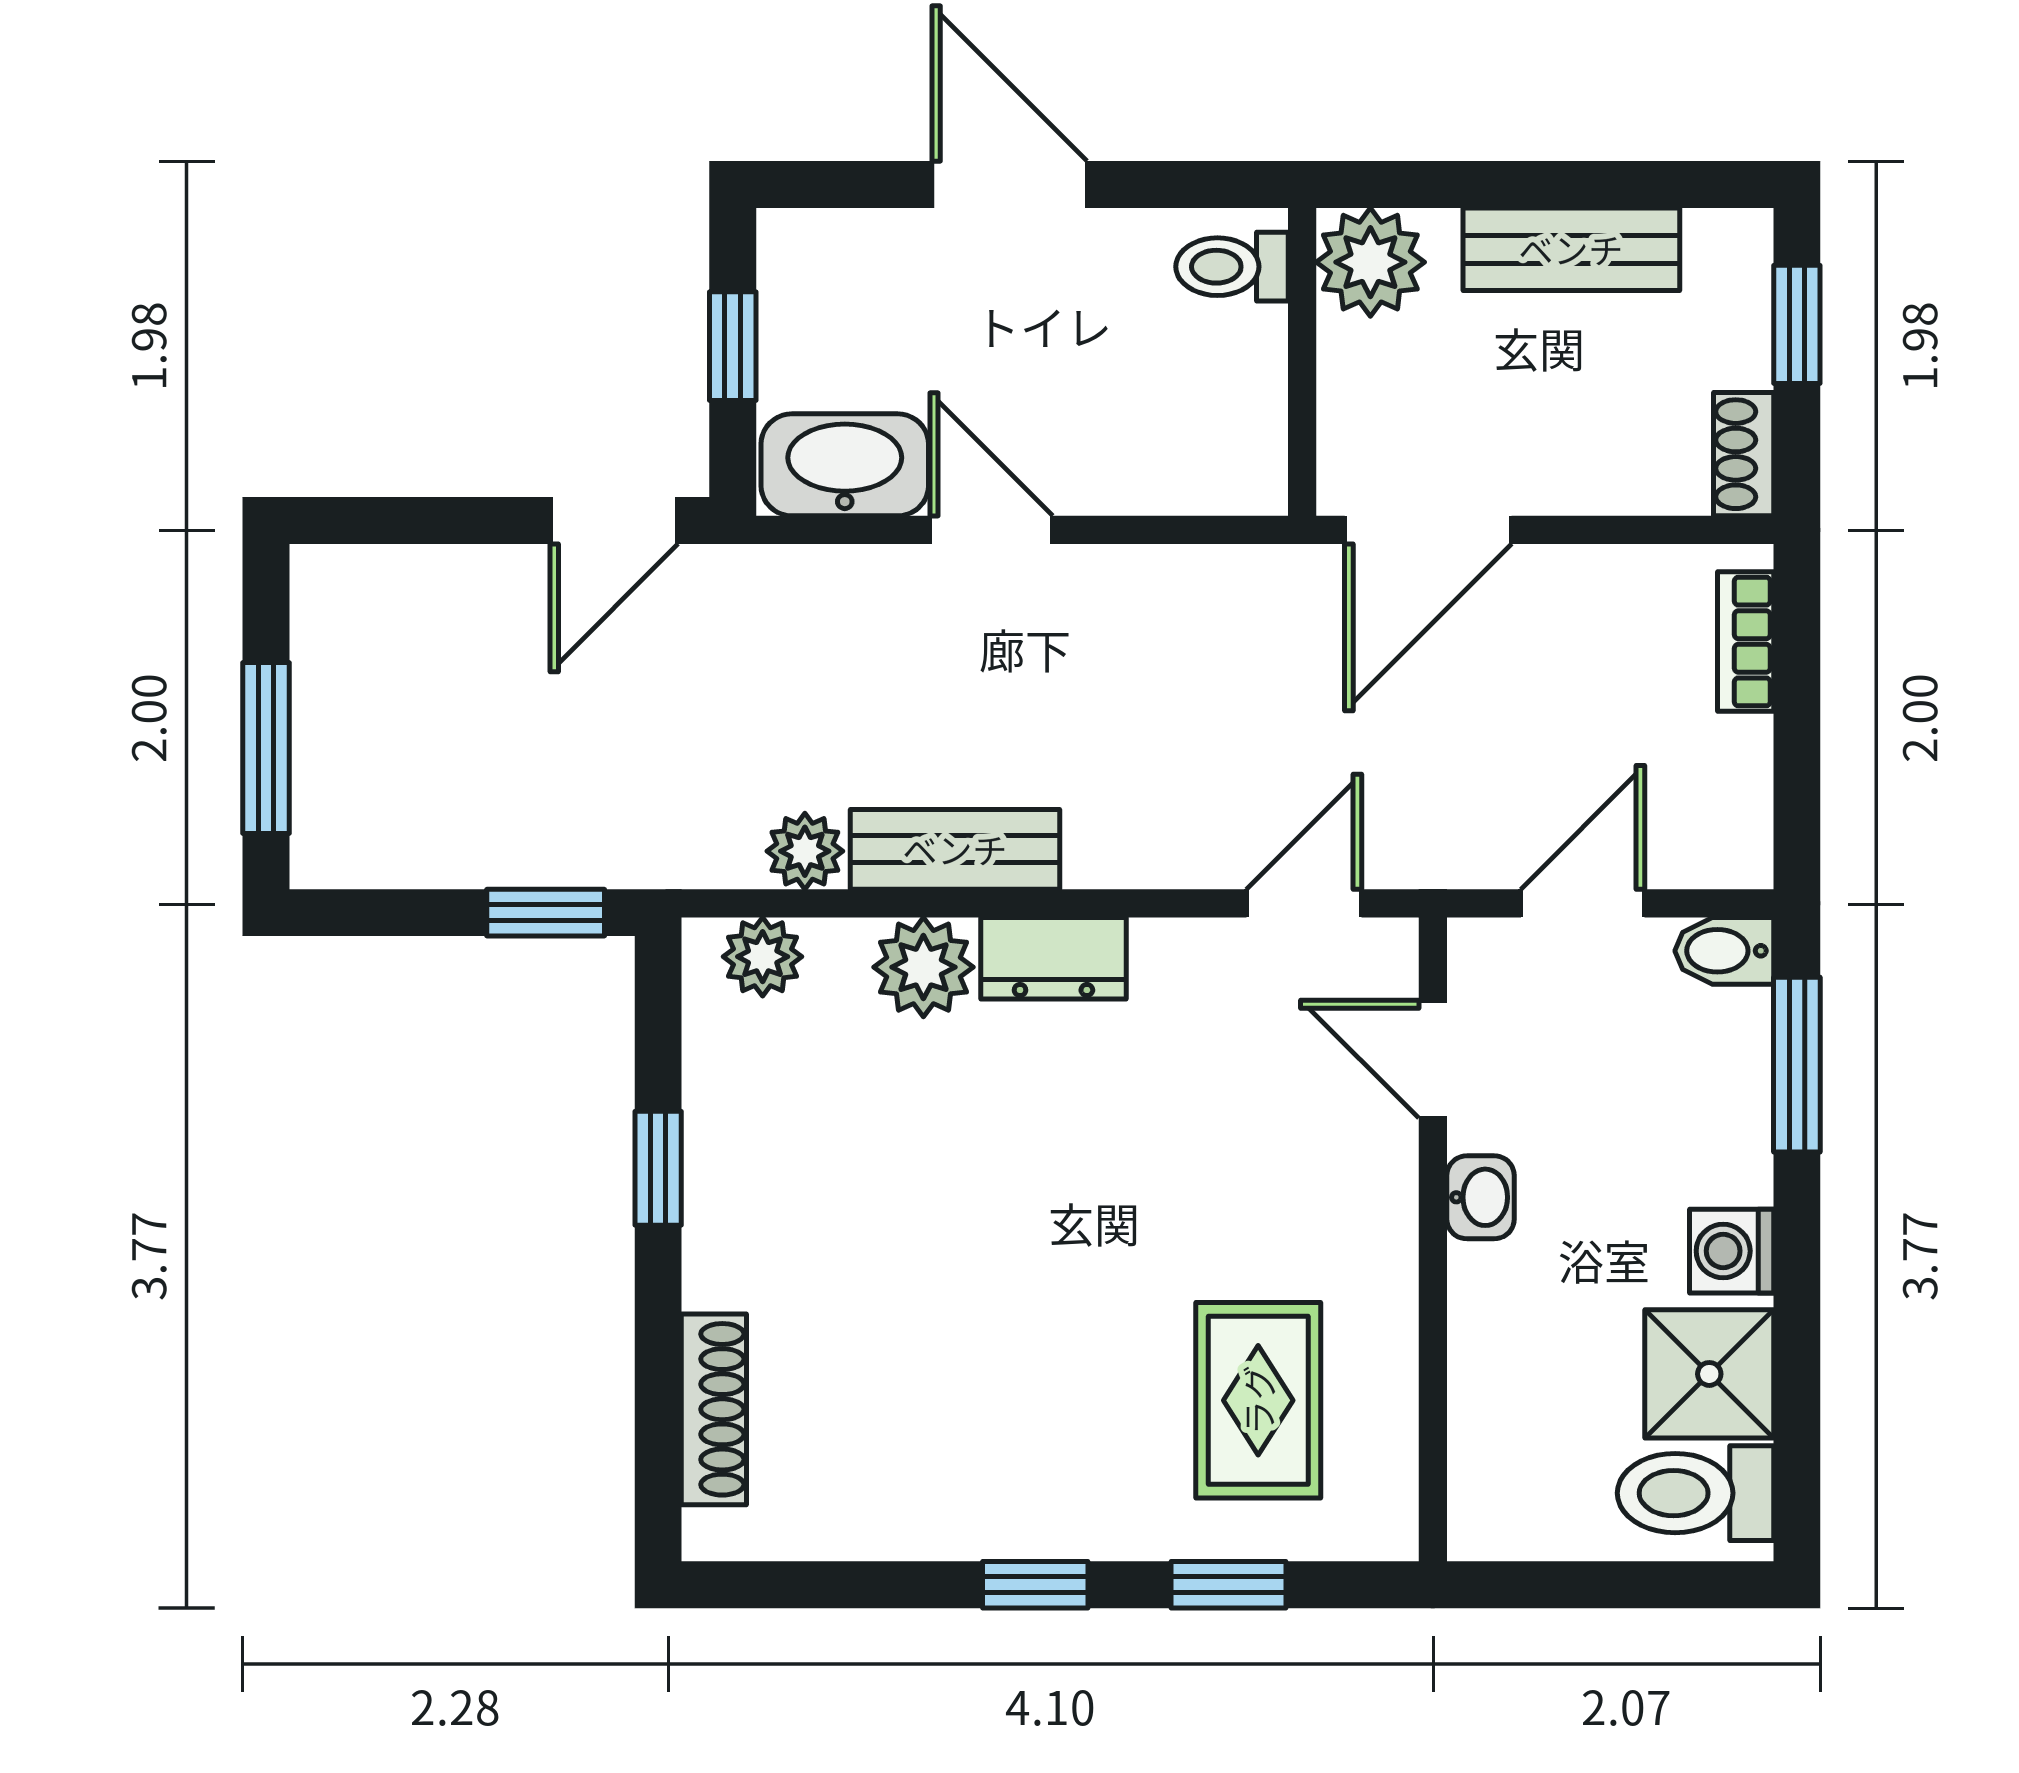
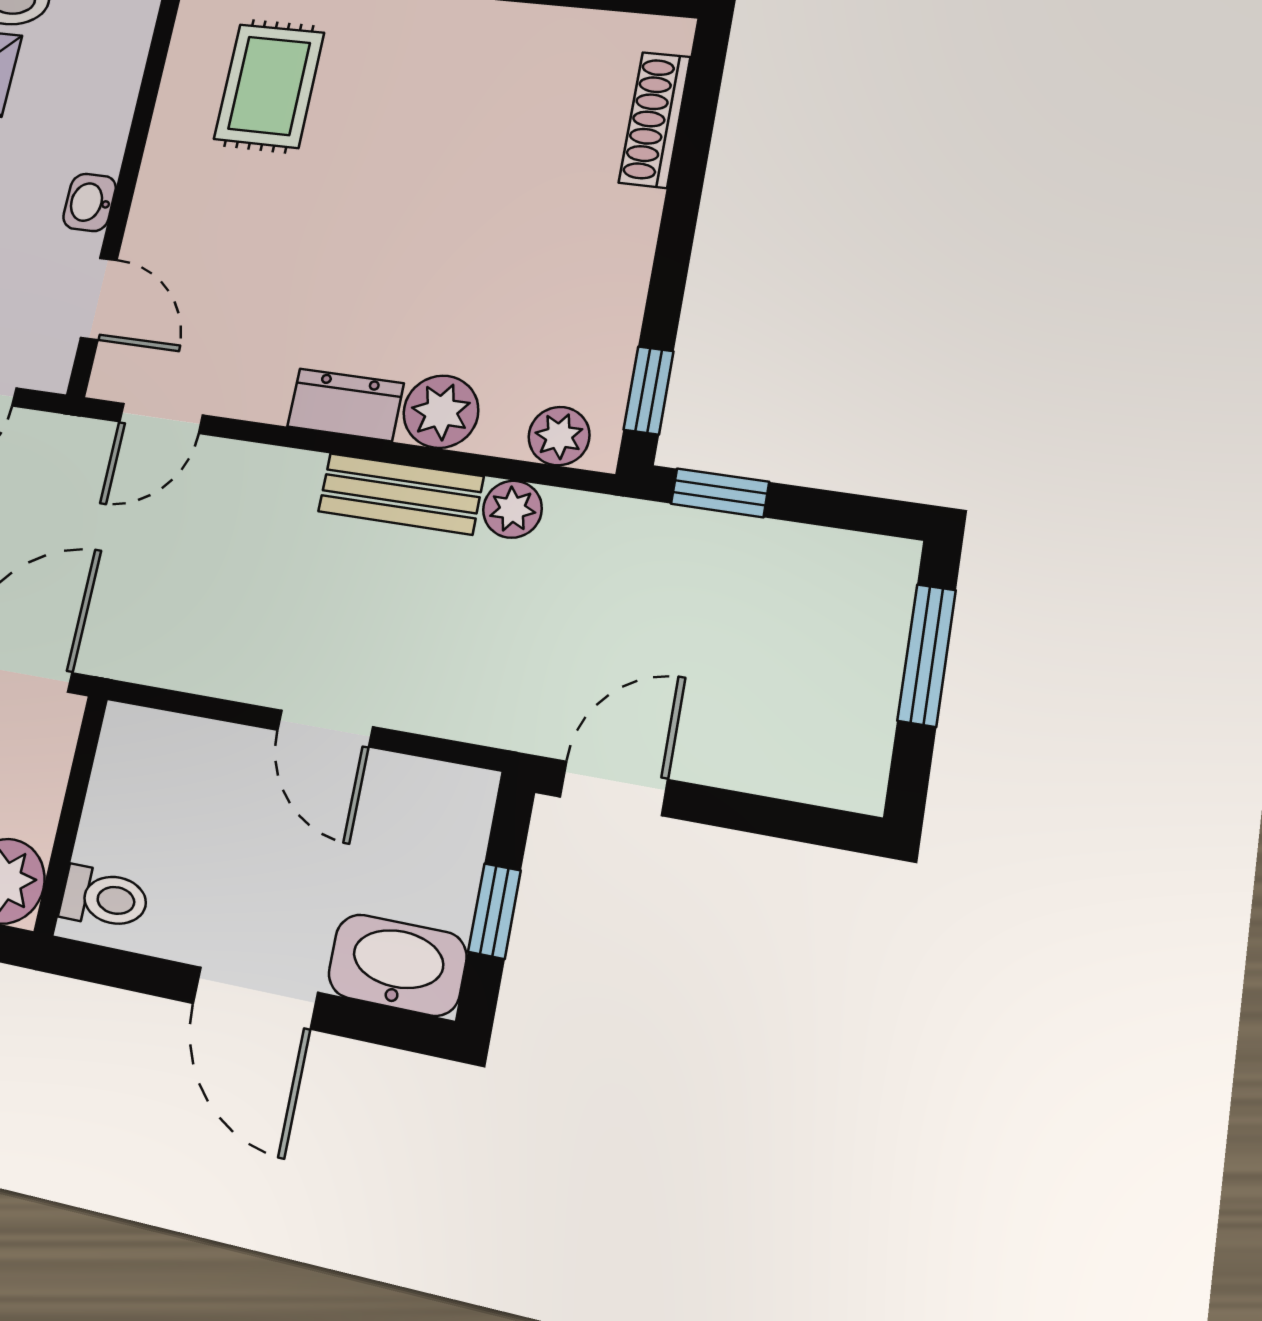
washbasin: (845, 465) -> (397, 965), moved, turned 180
window: (658, 1168) -> (649, 390), moved

